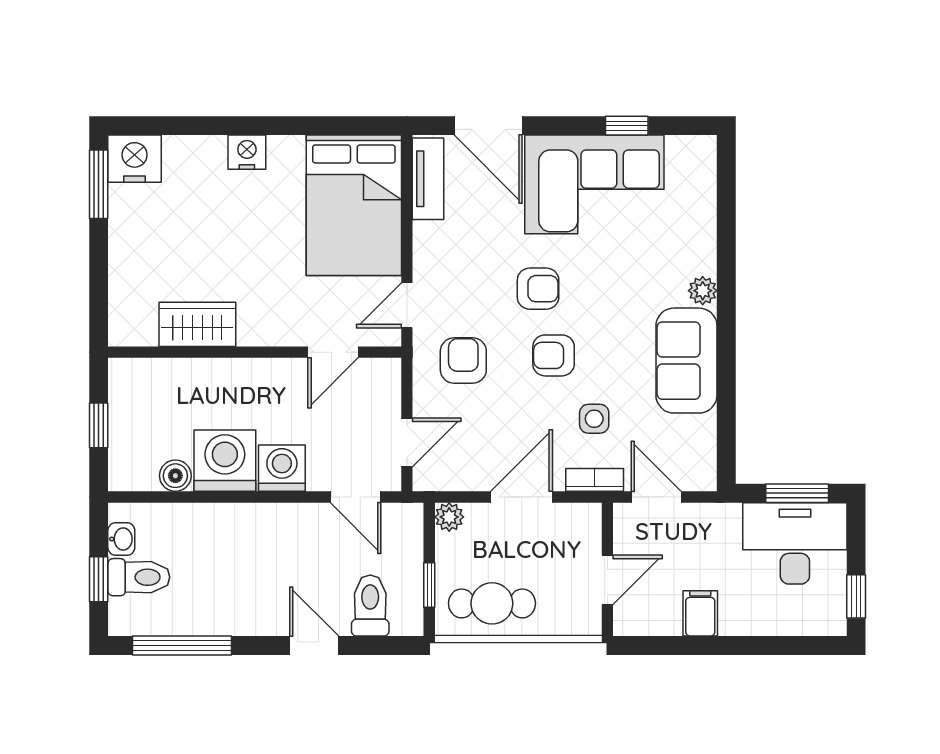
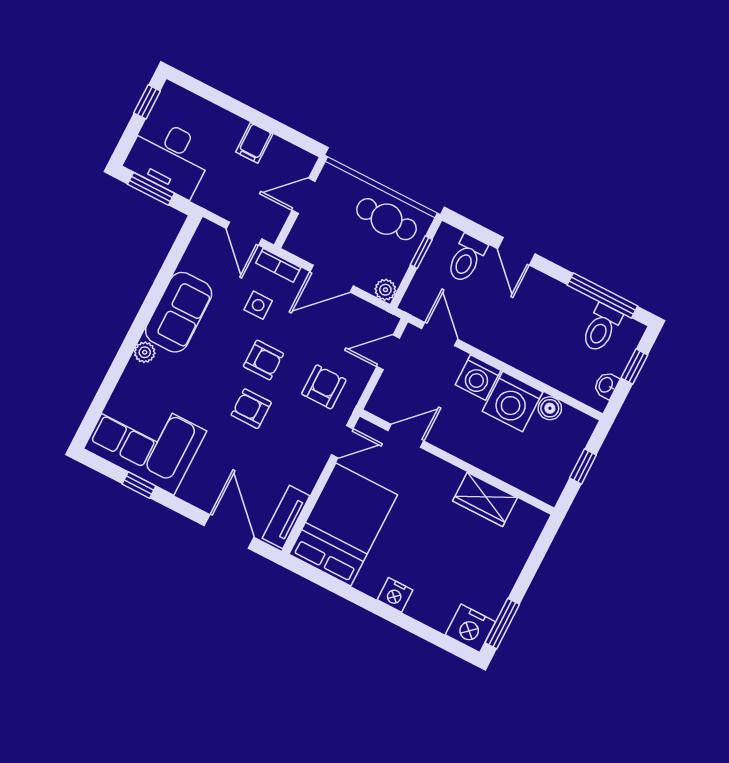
corner sofa: (594, 184) -> (145, 440), moved
armchair: (463, 360) -> (324, 387), turned 180
toilet: (139, 577) -> (601, 328), moved, turned -90

